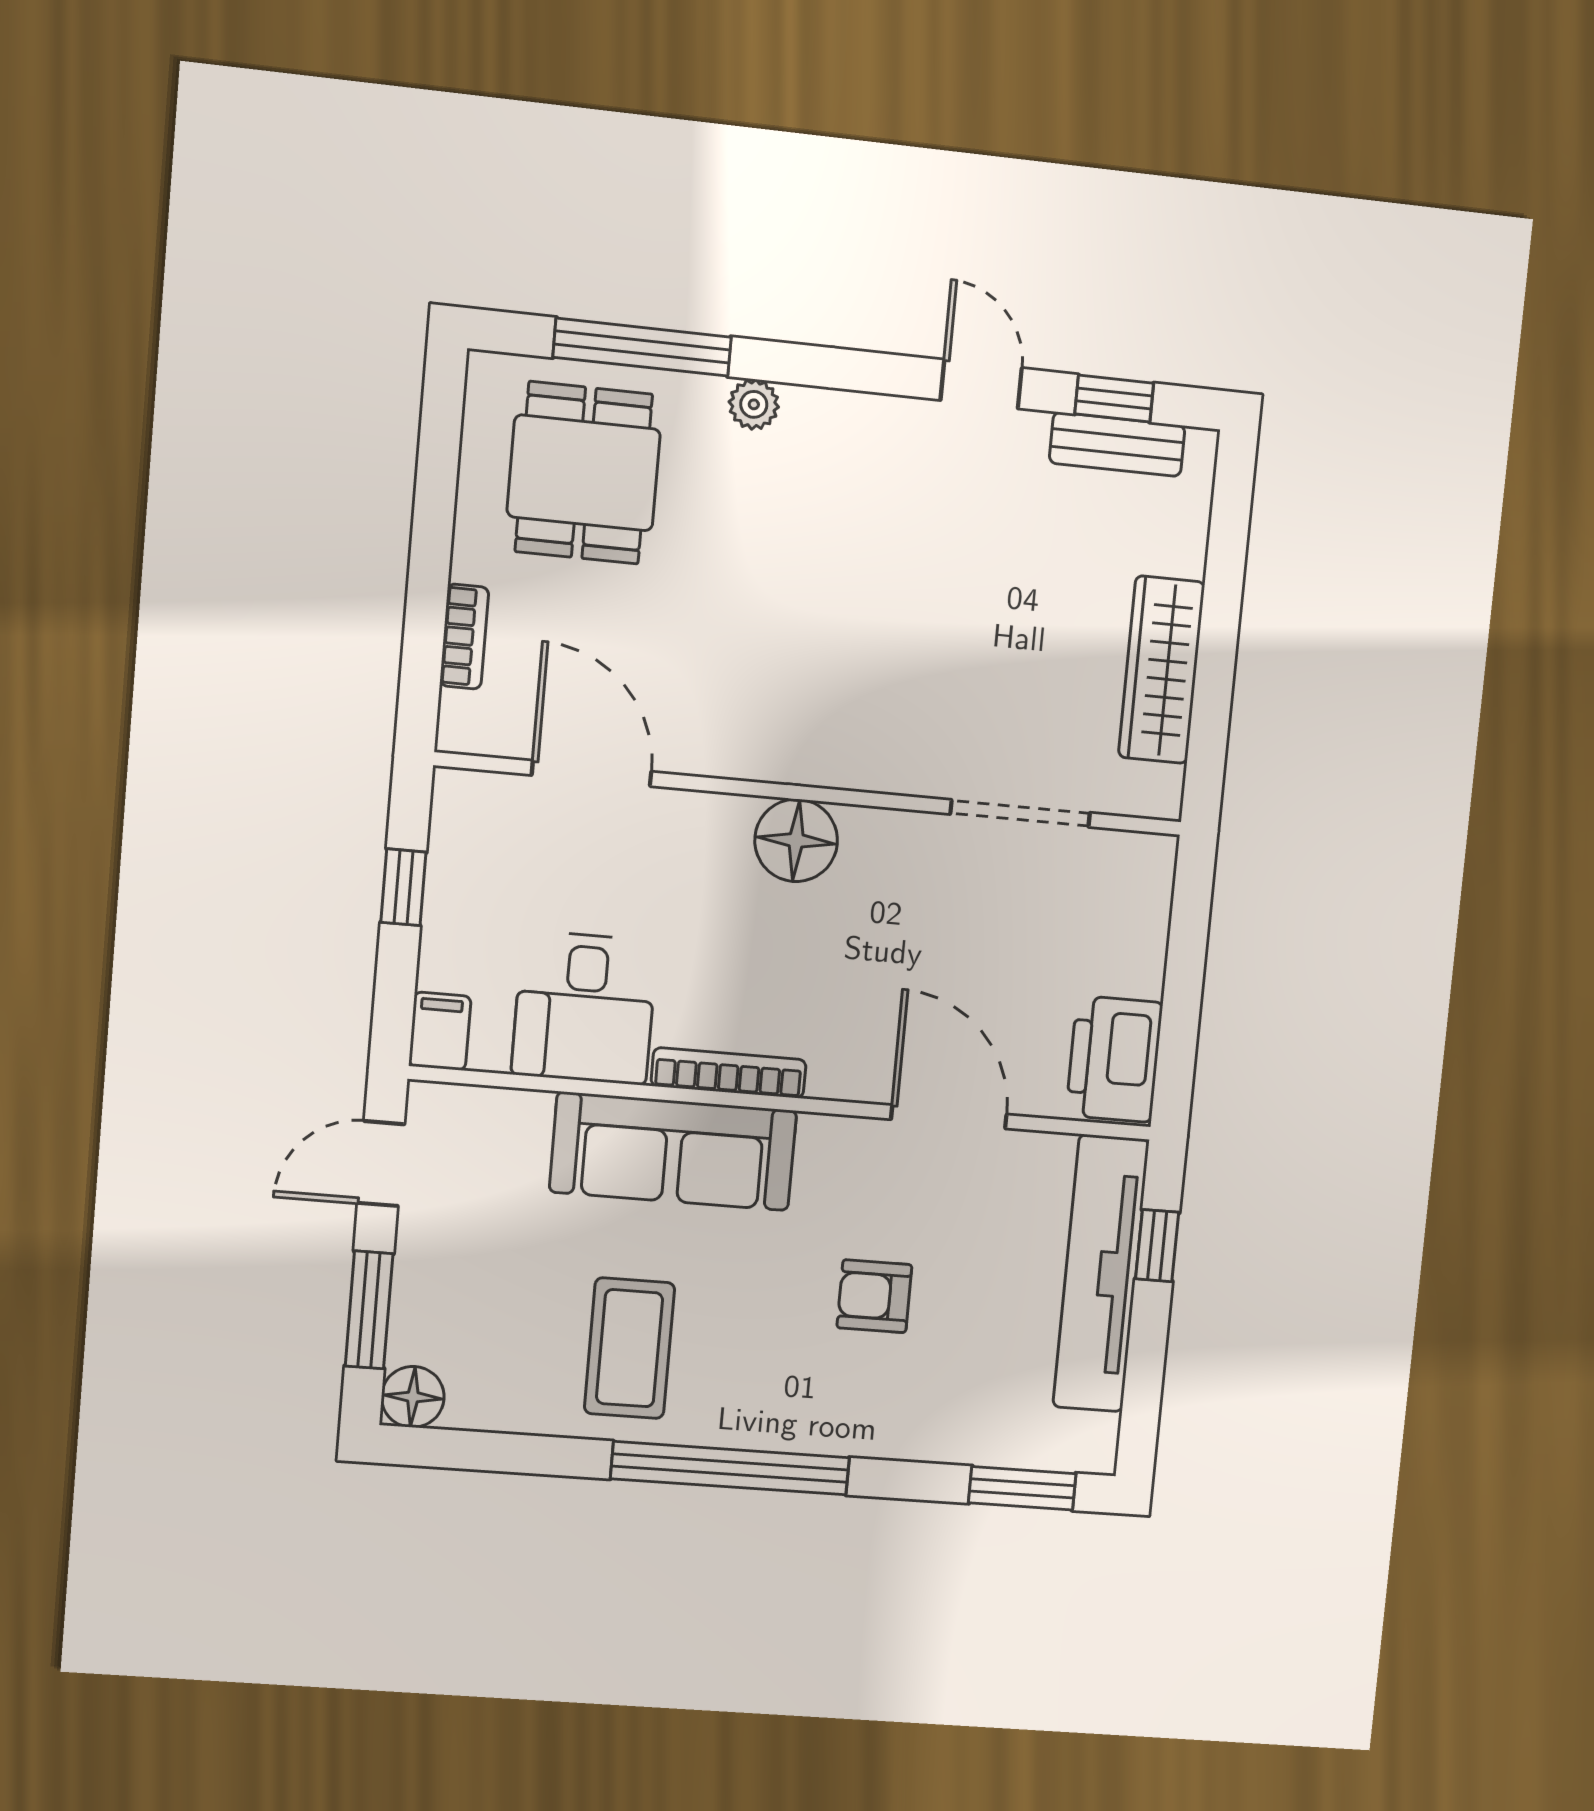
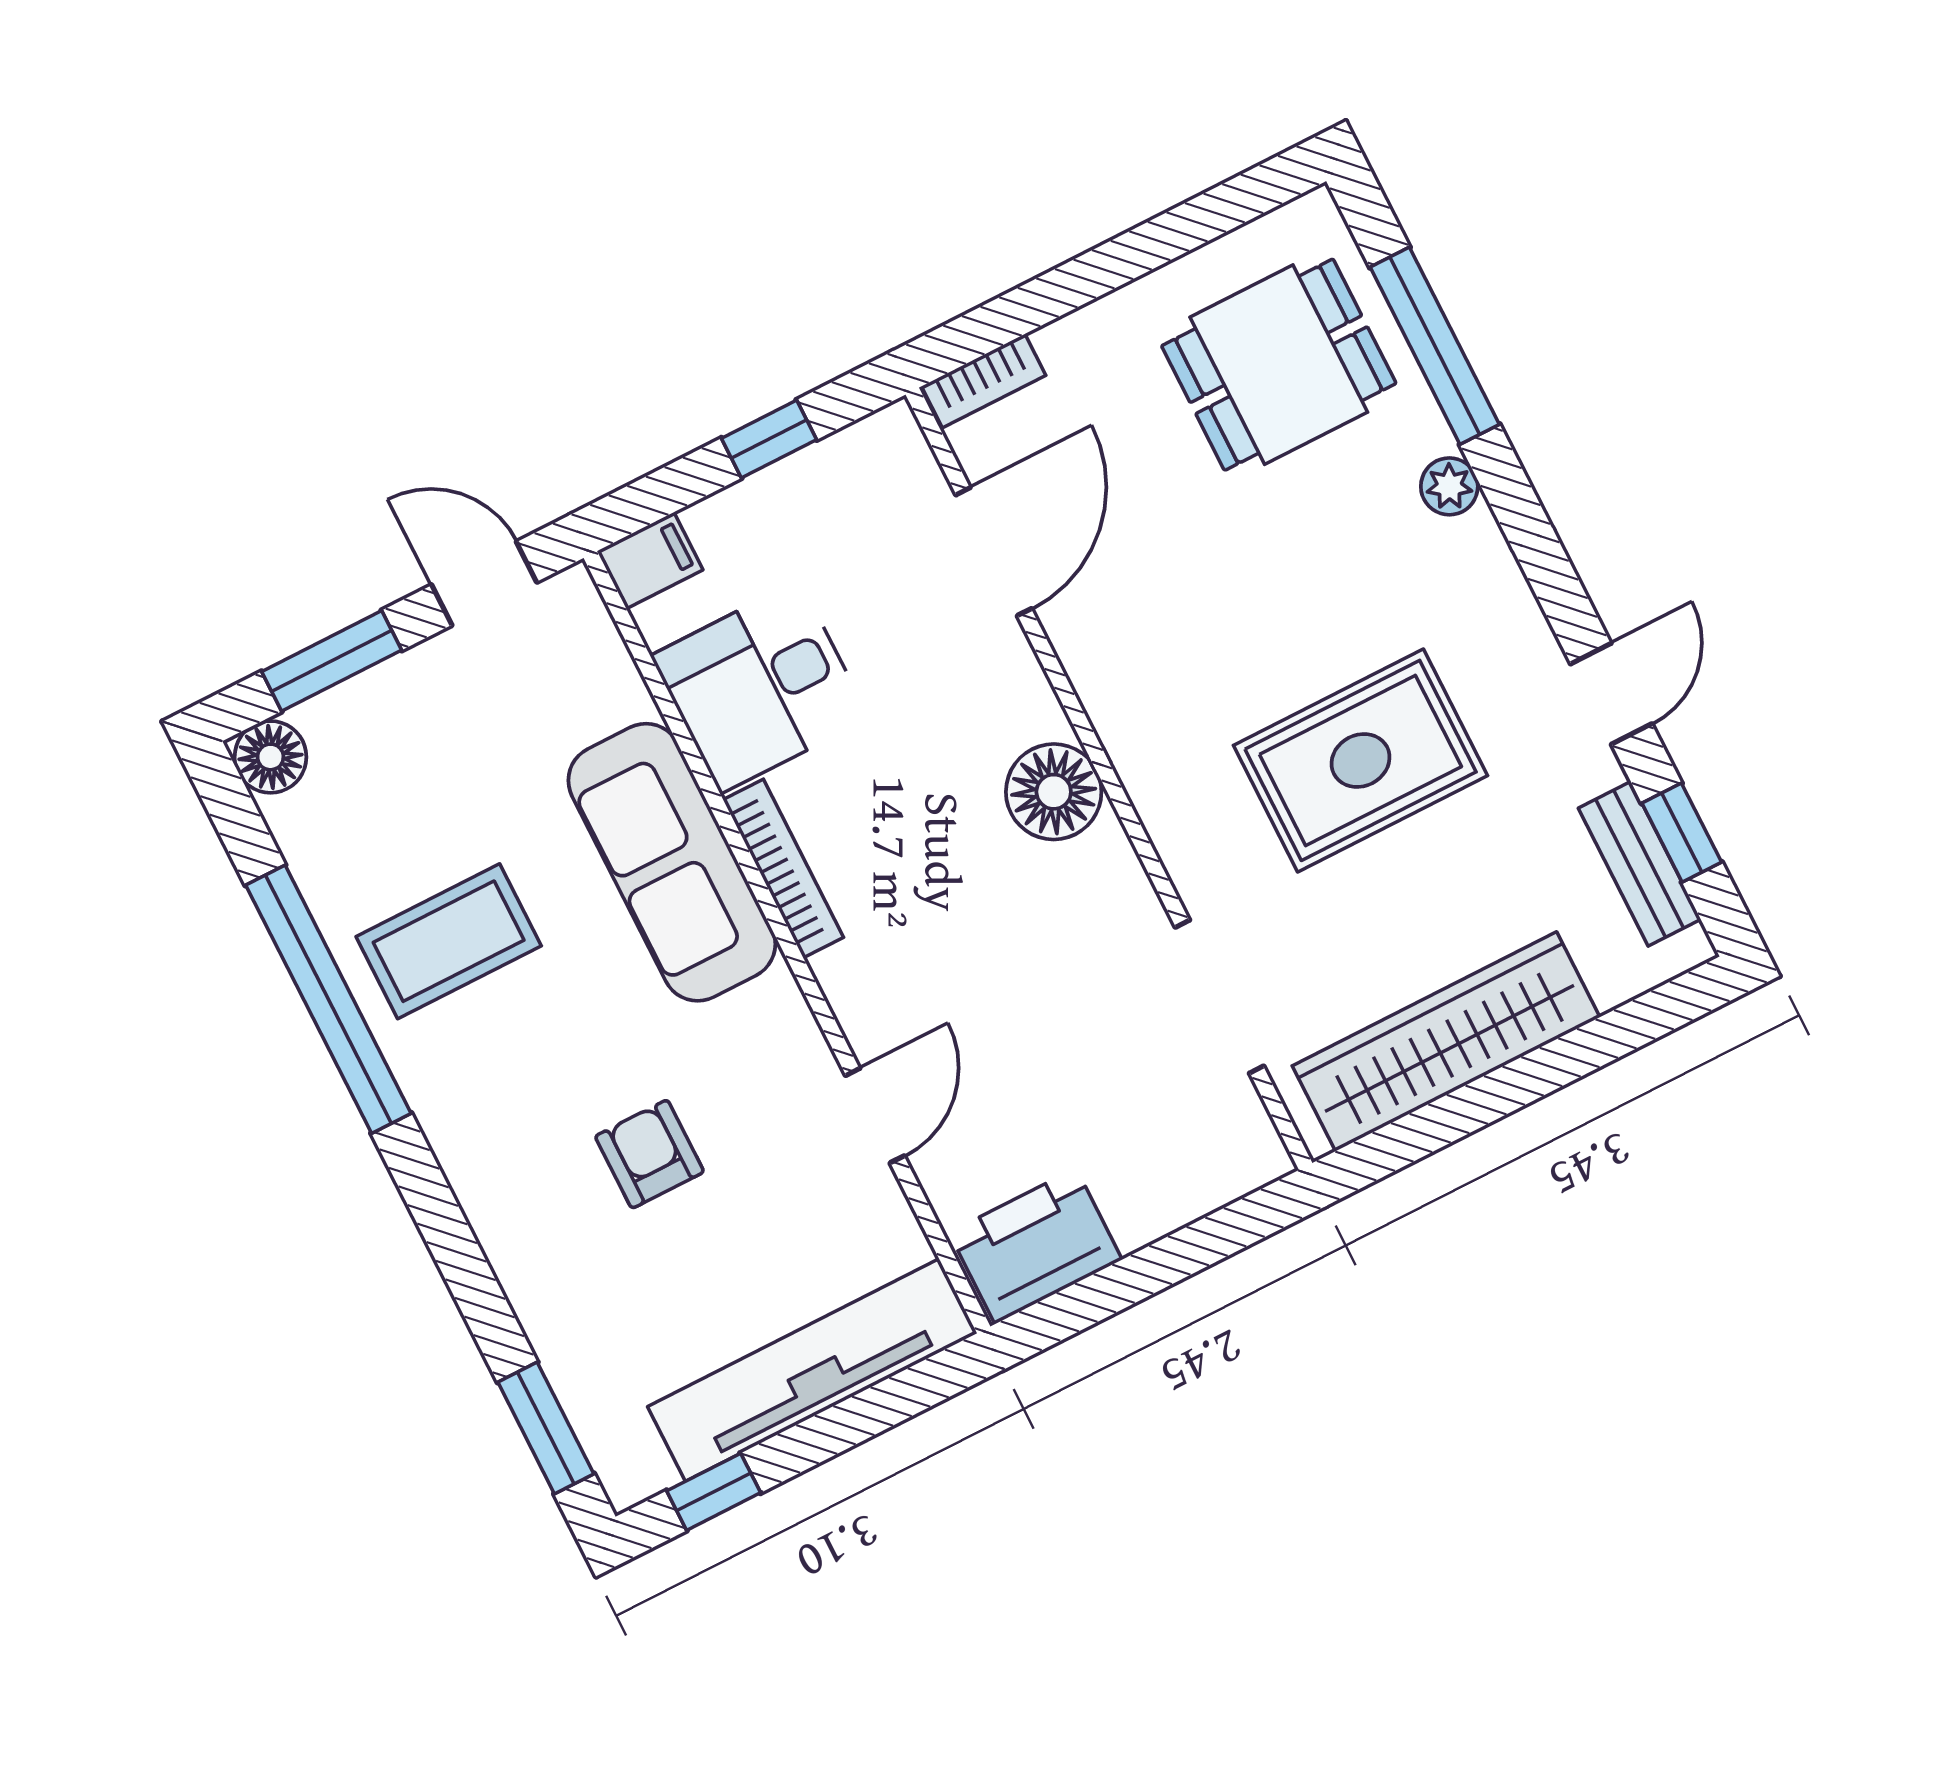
rug: (914, 601) -> (1361, 760), added
bookcase: (464, 637) -> (984, 381), moved
wardrobe: (1162, 670) -> (1446, 1042), width x1.40, depth x1.17
door: (949, 1117) -> (875, 1116), width x0.73
window: (1157, 1246) -> (714, 1492), moved
window: (730, 1468) -> (328, 999), moved

